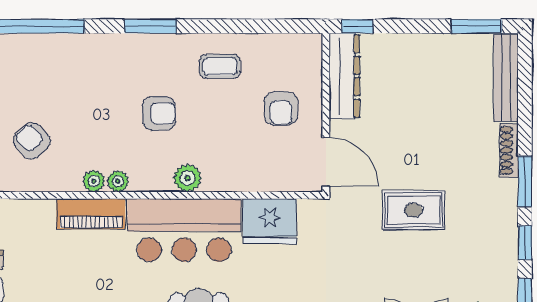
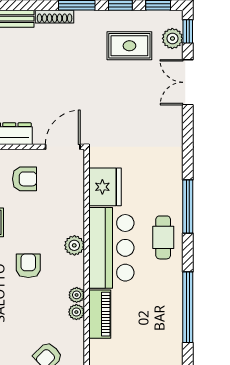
rug: (413, 210) -> (129, 46), moved, turned 90

